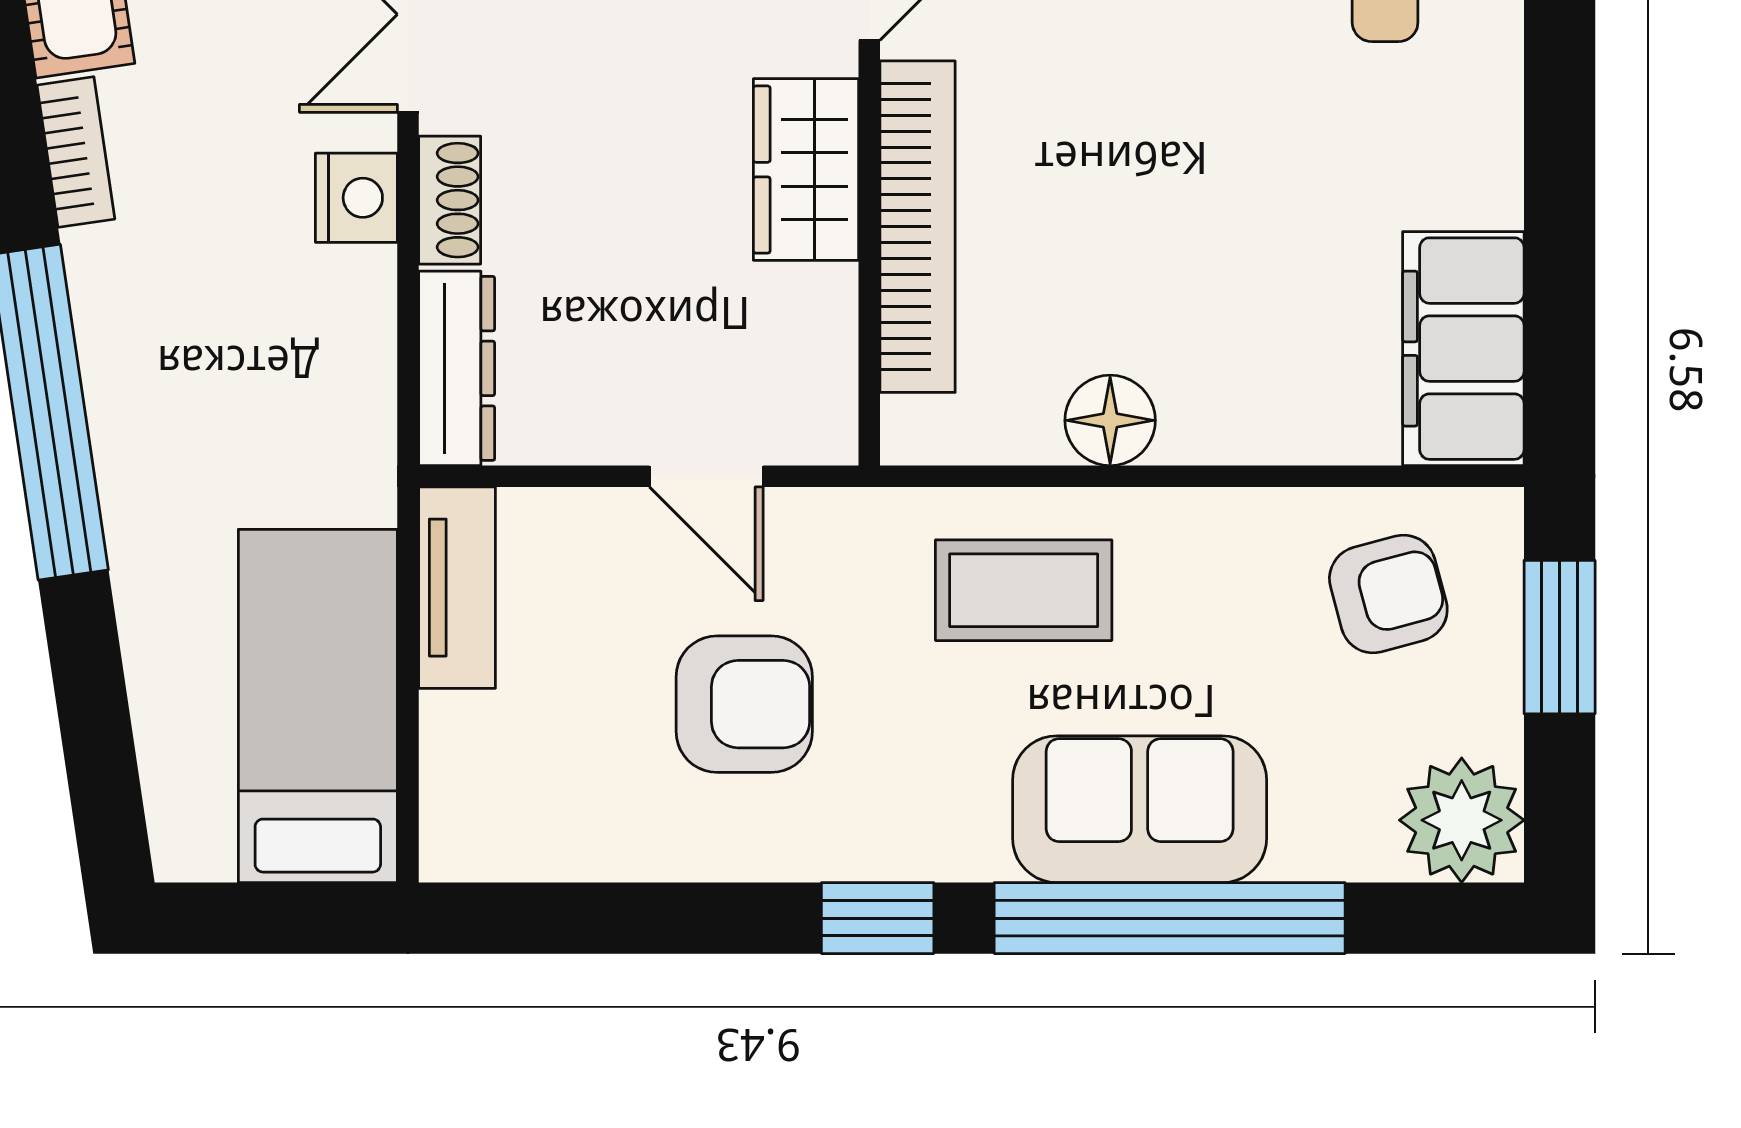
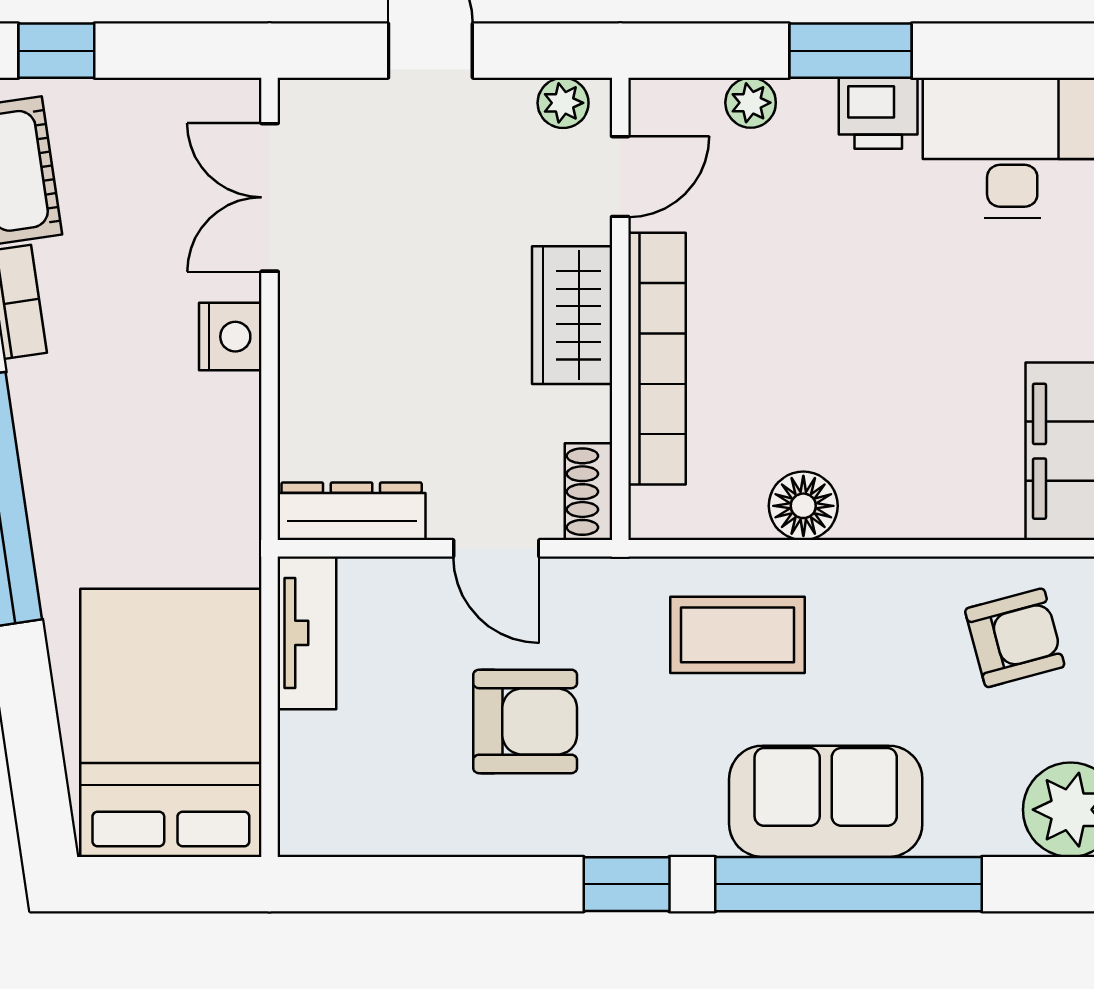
shoe rack: (450, 200) -> (589, 492), moved, turned 180
dresser: (457, 368) -> (352, 511), moved, turned -90
bed: (318, 706) -> (171, 723), width x1.50

